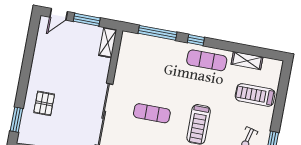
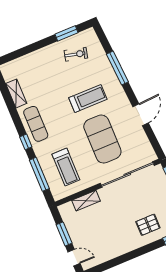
shelving: (108, 43) -> (86, 201), moved
treadmill: (255, 95) -> (66, 167), moved
exercise mat: (152, 113) -> (102, 139), width x2.00, depth x1.45

